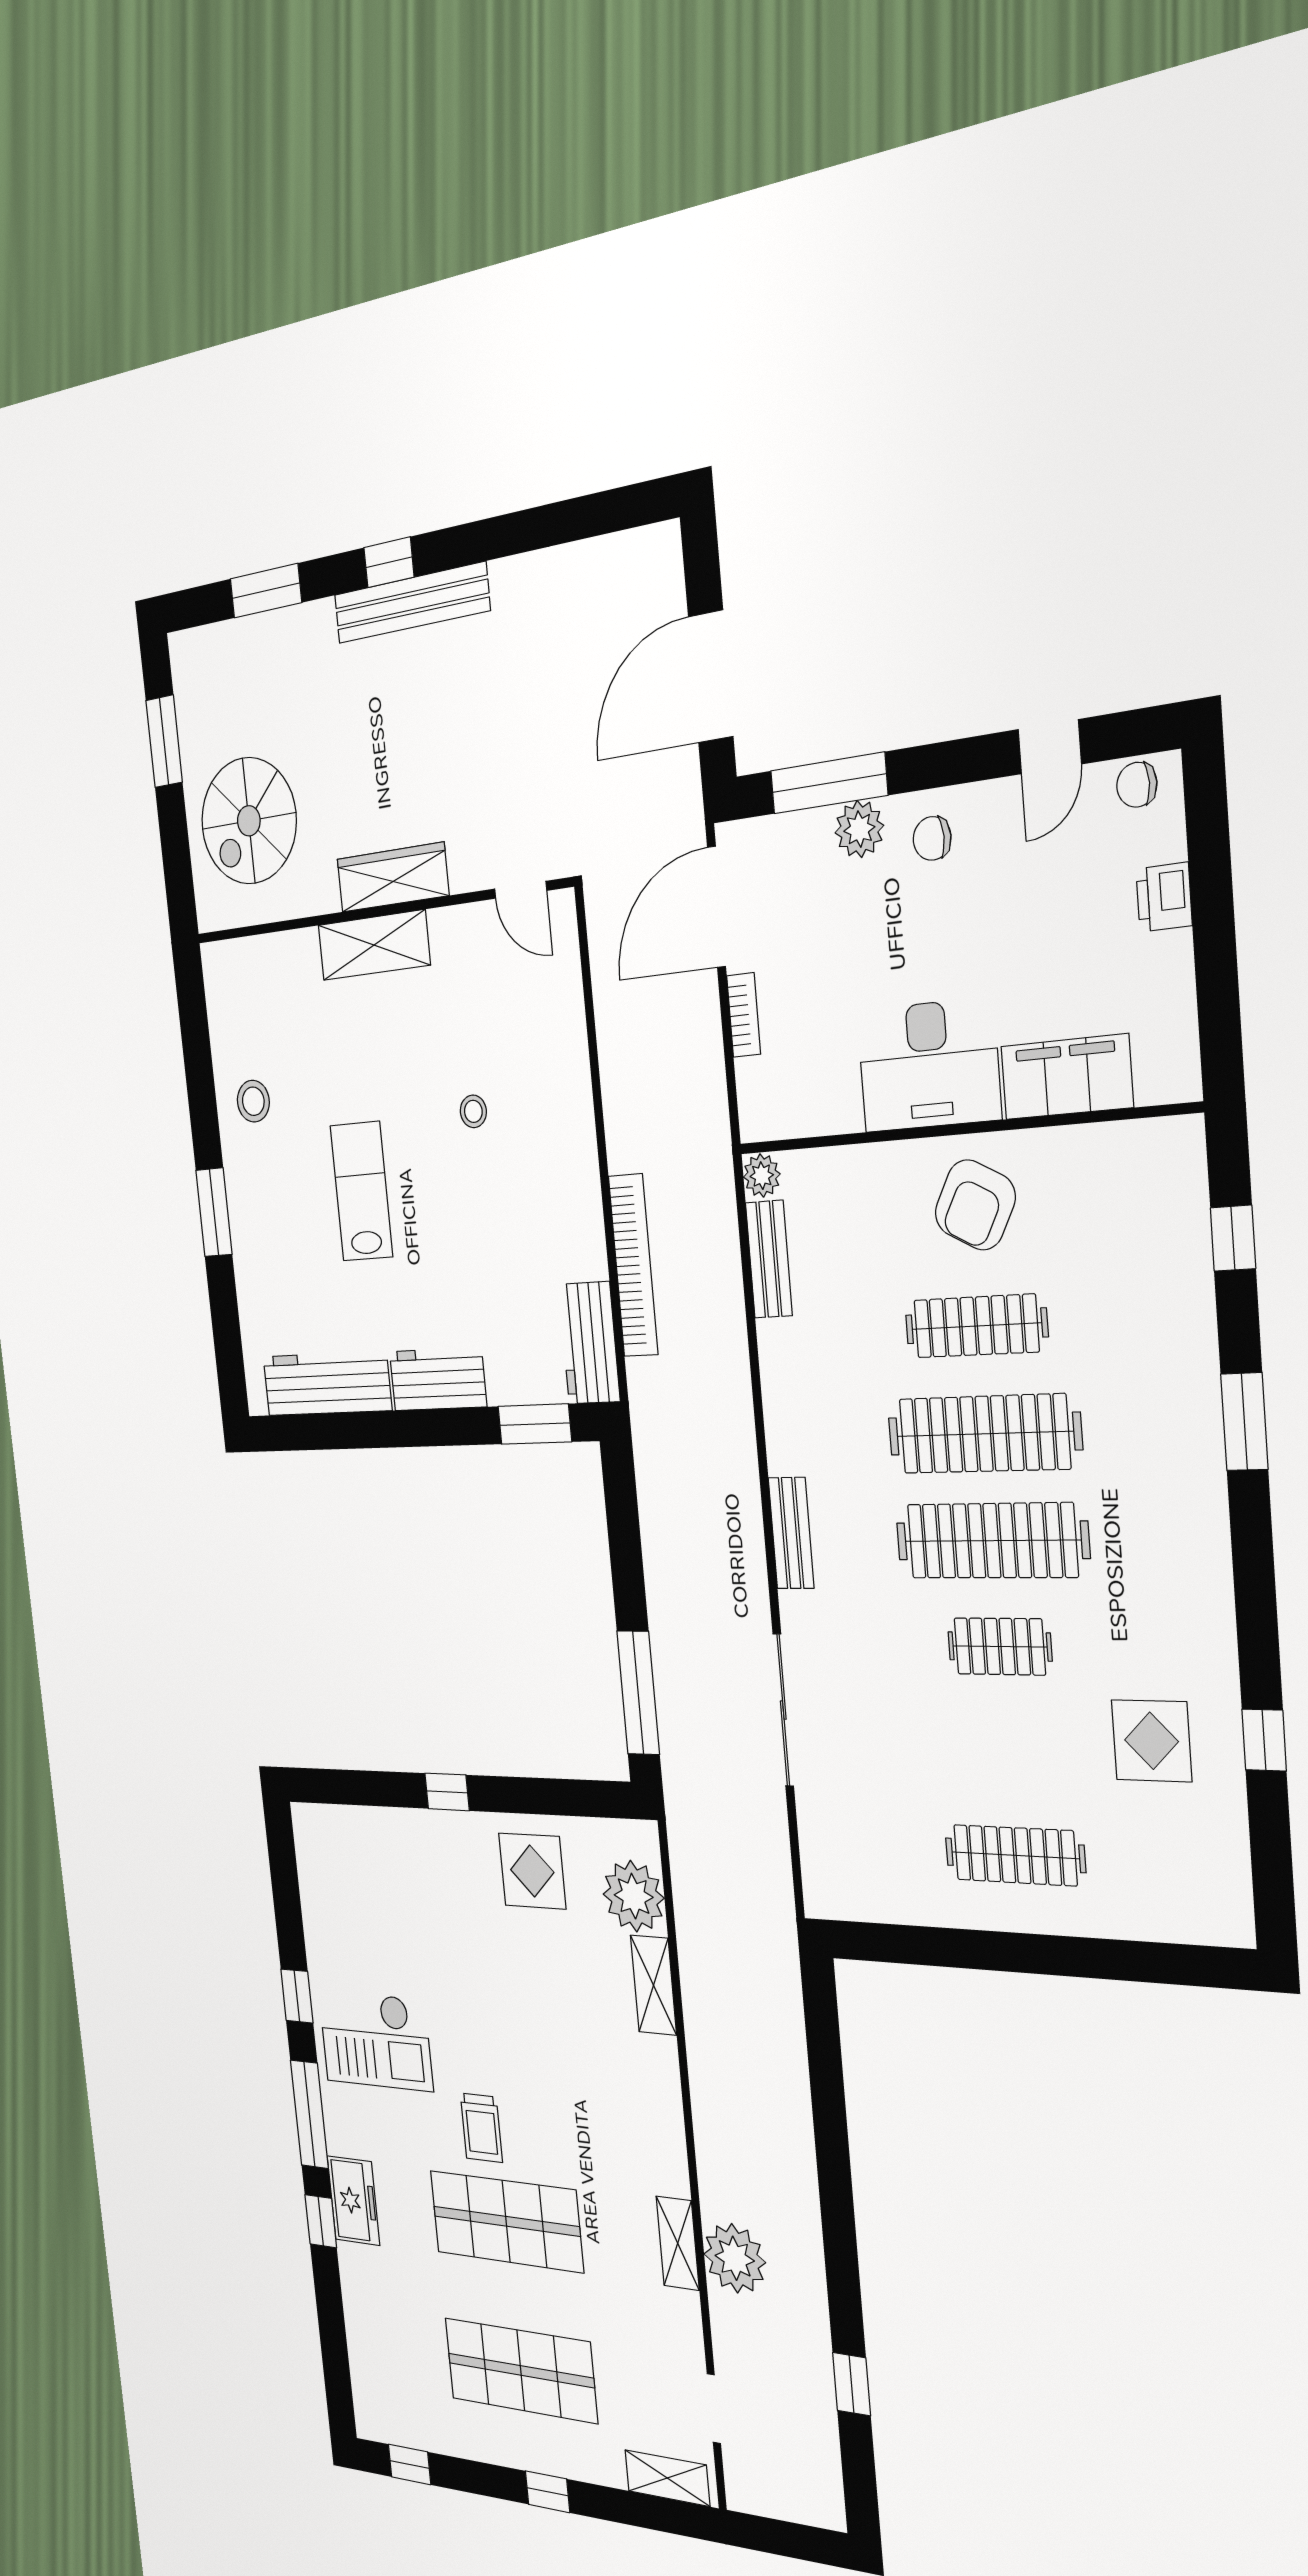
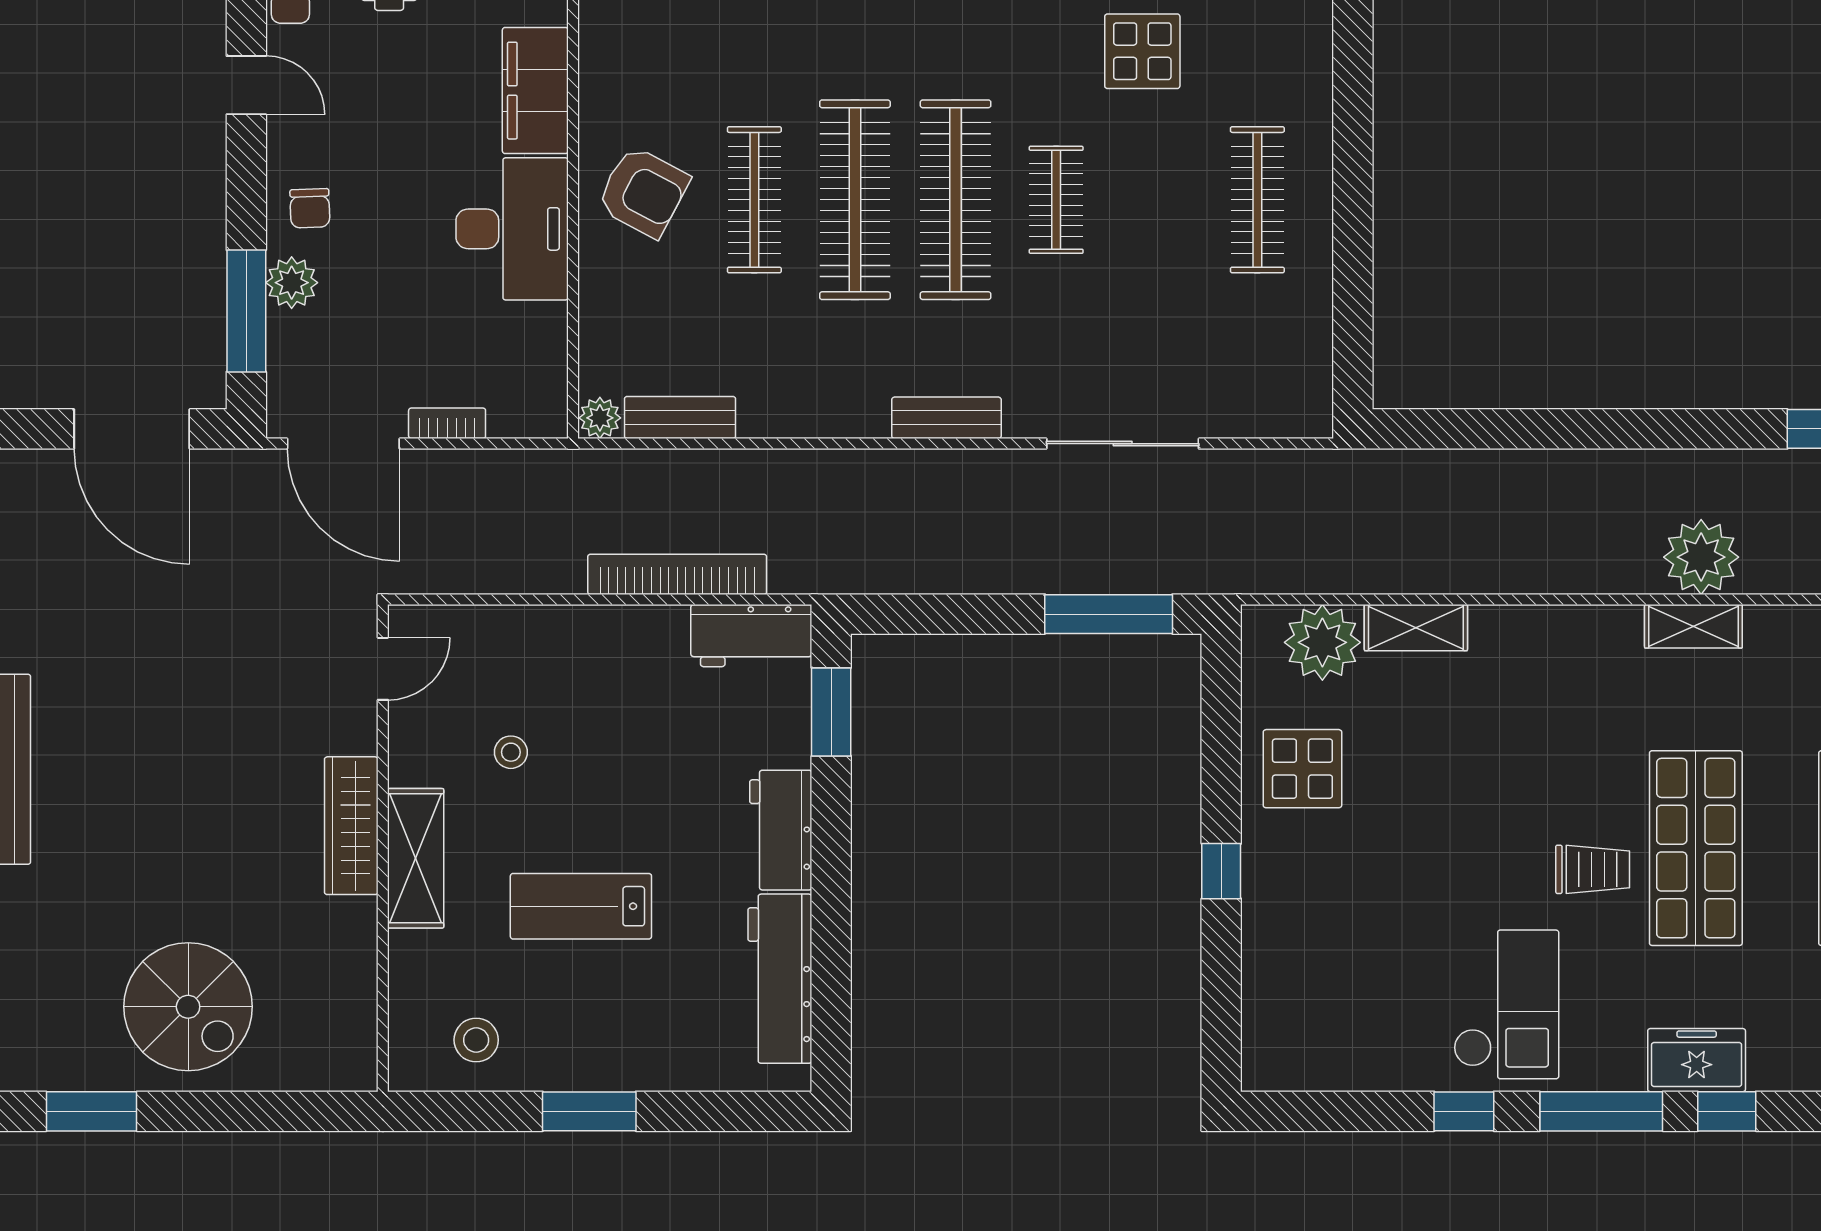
wardrobe: (393, 877) -> (351, 826), moved
door: (521, 890) -> (383, 669), moved
wall: (379, 911) -> (383, 848), moved
shelving: (374, 945) -> (416, 858), moved

